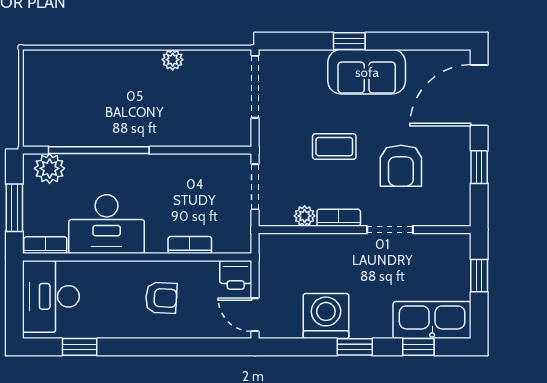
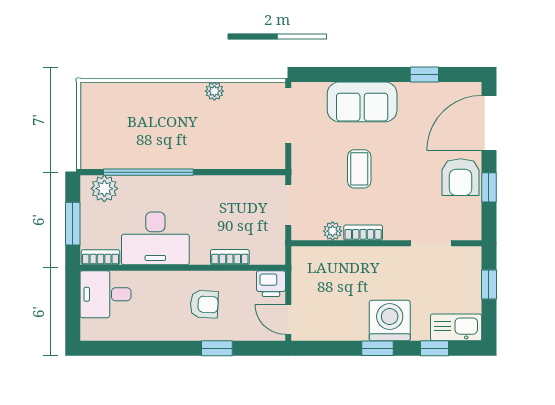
window: (349, 41) -> (424, 74), moved
sofa: (367, 72) -> (362, 102), moved
coffee table: (334, 147) -> (359, 169), turned 90
armchair: (401, 166) -> (460, 177), moved
doorway: (390, 230) -> (431, 243), moved
desk: (51, 296) -> (106, 294), width x0.73
washing machine: (326, 316) -> (390, 321), moved
kitchen sink: (432, 320) -> (456, 327), width x0.73, depth x0.81
window: (80, 347) -> (217, 348), moved

